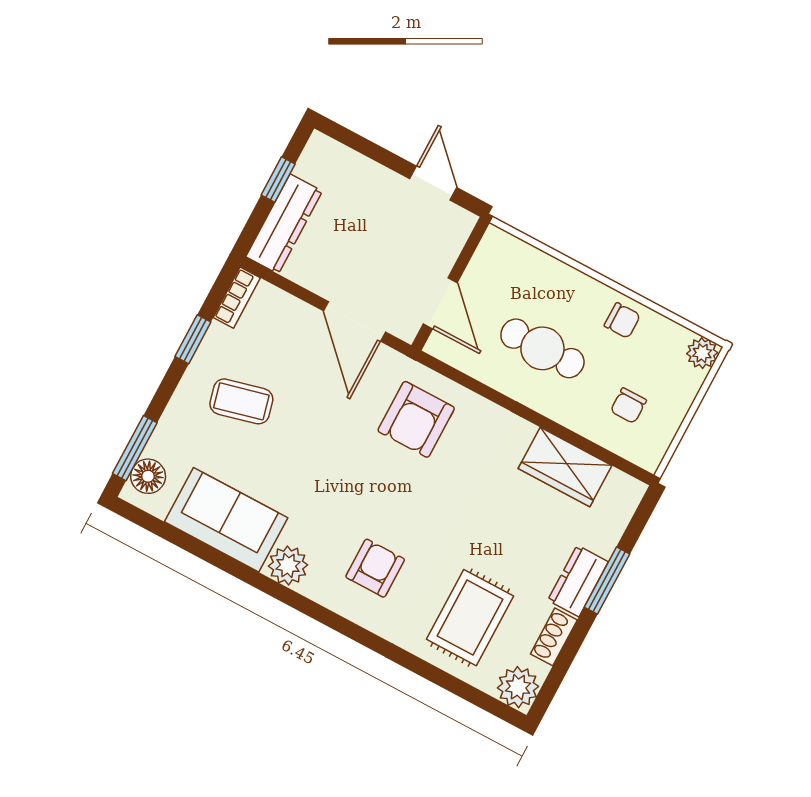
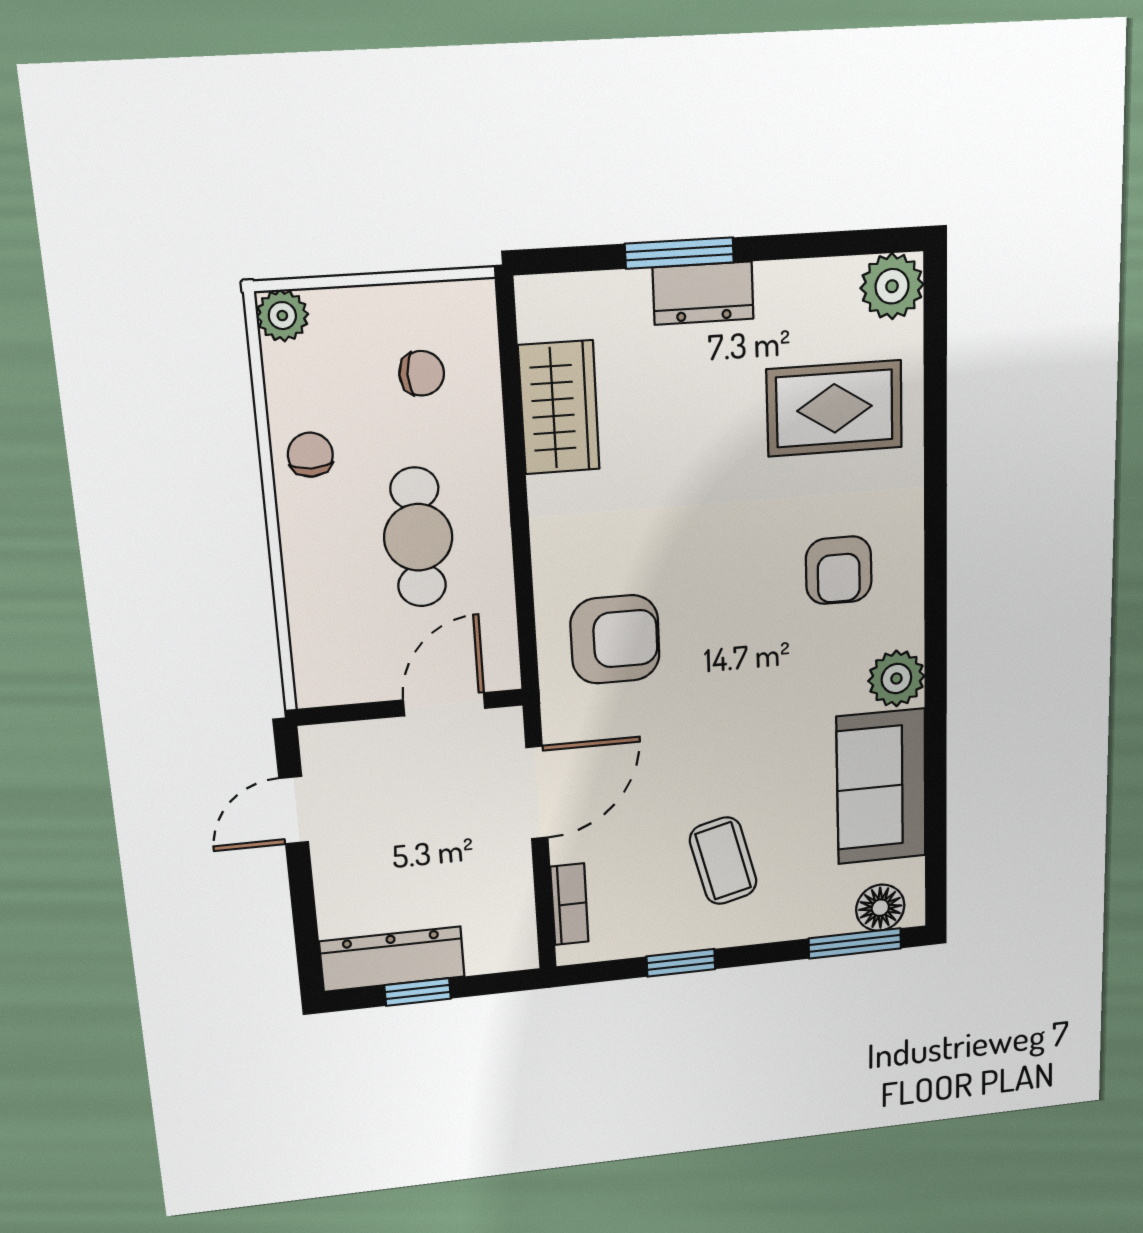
dresser: (284, 224) -> (392, 959), moved
bookcase: (237, 298) -> (569, 904), moved, turned 90
armchair: (375, 568) -> (839, 570), turned -90
shoe rack: (554, 637) -> (798, 279), removed

